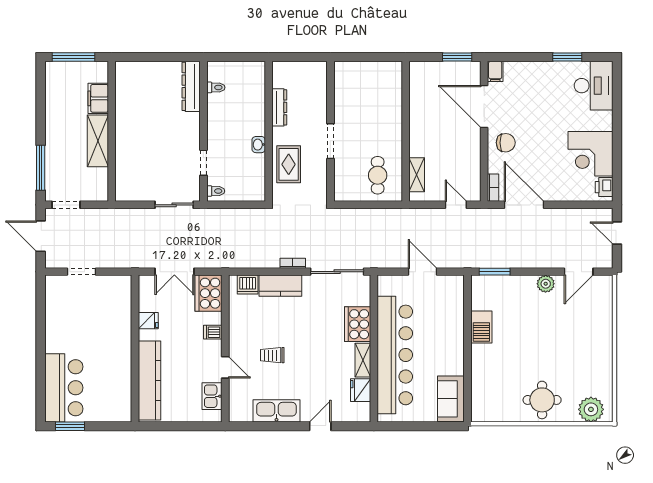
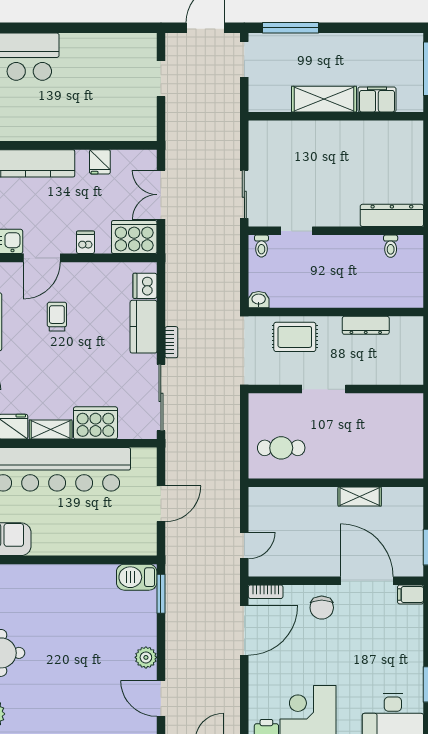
door: (484, 106) -> (367, 581), hinge flipped
washbasin: (259, 145) -> (259, 300), moved
shelving: (417, 175) -> (360, 497), moved
barbecue: (481, 327) -> (137, 577), moved
door: (225, 367) -> (42, 258), width x1.38

